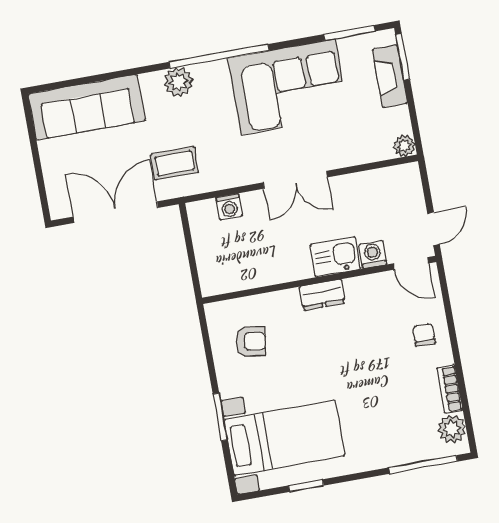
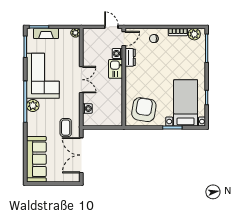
plant: (178, 82) -> (33, 105), moved
dresser: (322, 295) -> (130, 57), moved
armchair: (251, 341) -> (144, 110), width x1.88, depth x1.88

